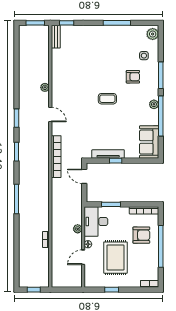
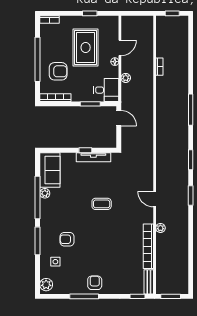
armchair: (107, 36) -> (95, 283), added
coffee table: (107, 99) -> (102, 204), moved
plant: (154, 104) -> (45, 193), moved
bookcase: (56, 157) -> (148, 246), moved
door: (84, 176) -> (119, 118), moved
desk: (96, 221) -> (106, 90), width x0.73
armchair: (141, 235) -> (58, 71), turned 180

